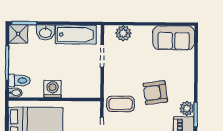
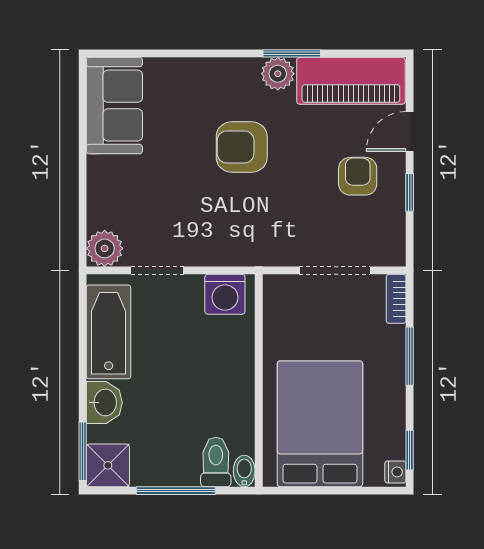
plant: (123, 33) -> (105, 248), moved
washing machine: (53, 89) -> (225, 294), moved, turned -90
armchair: (155, 93) -> (242, 147), turned 98
coffee table: (121, 104) -> (268, 227), removed

